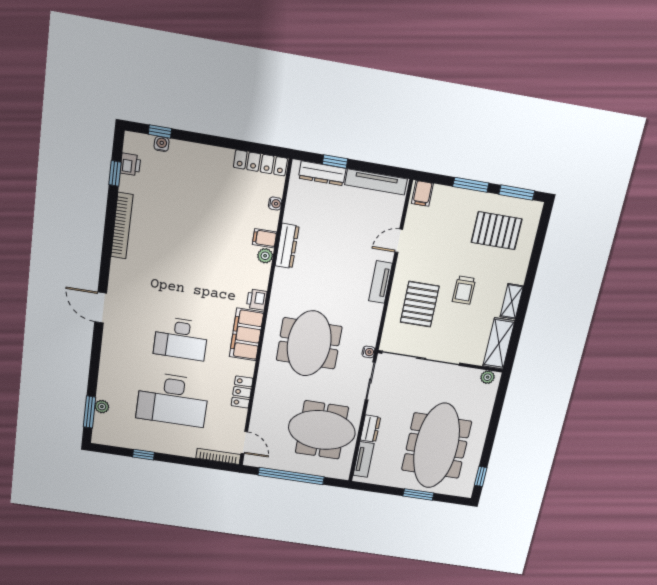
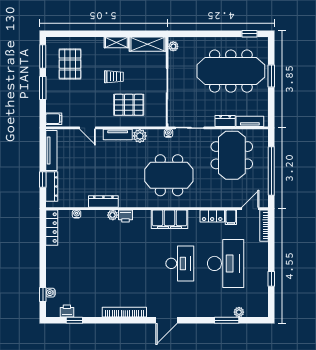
bookcase: (122, 226) -> (124, 312), moved
filing cabinet: (265, 238) -> (231, 217), moved
printer: (257, 299) -> (126, 216), moved
plant: (372, 313) -> (140, 136), added
window: (90, 412) -> (227, 320), moved

